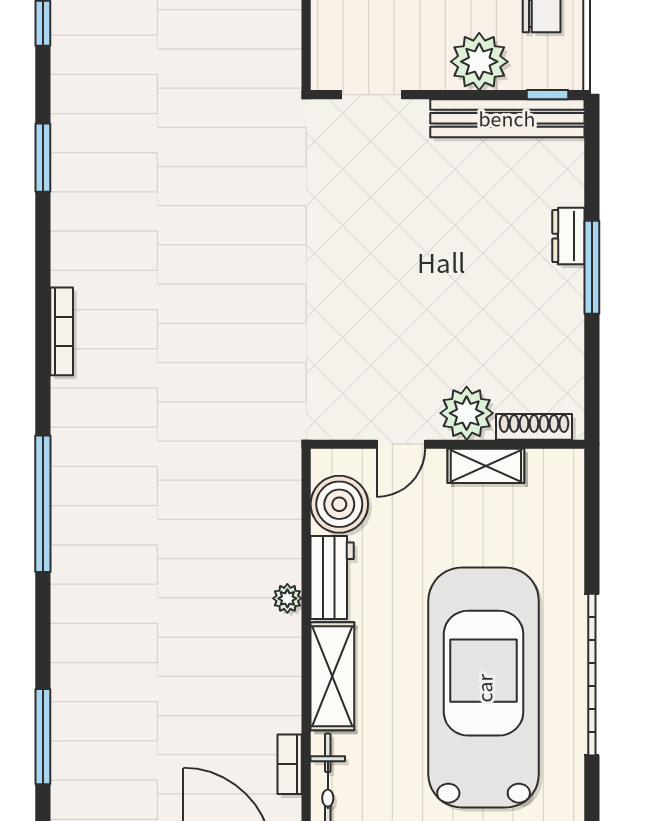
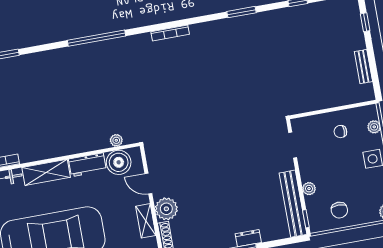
plant: (479, 62) -> (309, 189), width x0.53, depth x0.53
plant: (287, 598) -> (116, 140), moved

